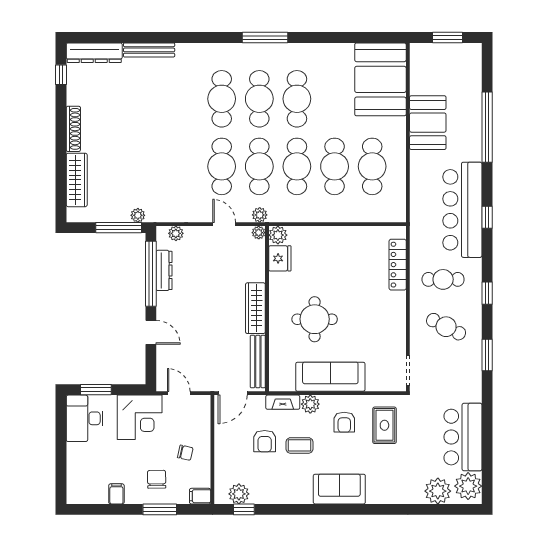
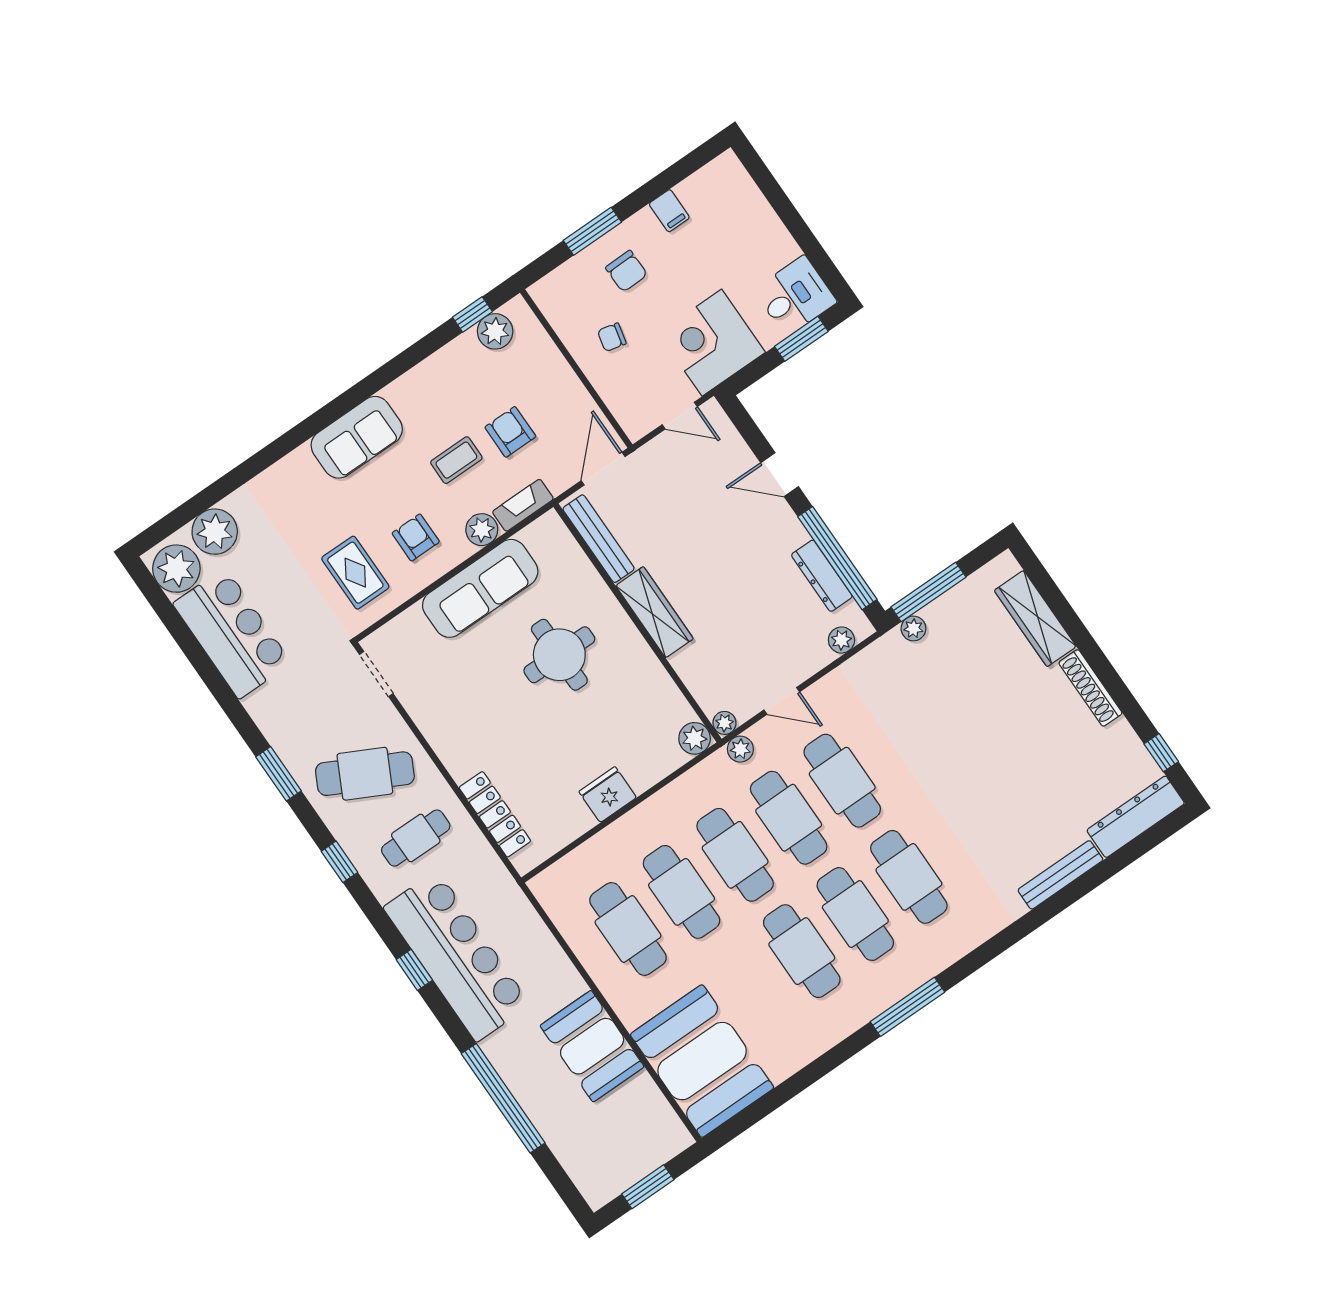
fridge: (280, 258) -> (608, 795), moved, turned 90
cafe table: (446, 327) -> (365, 774), width x1.37, depth x1.35
desk: (85, 418) -> (795, 296), width x0.73
filing cabinet: (200, 496) -> (548, 290), removed

